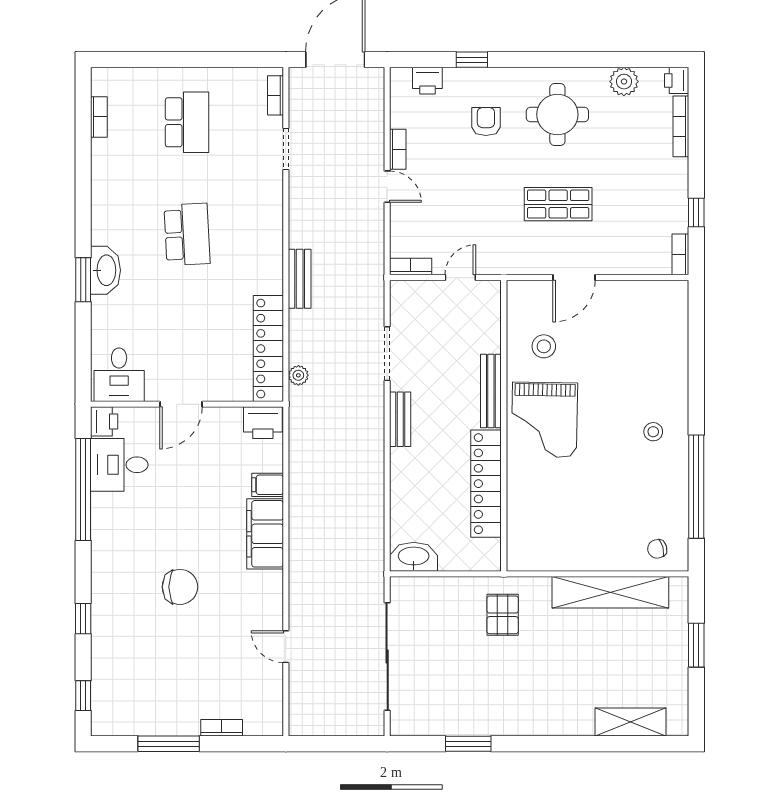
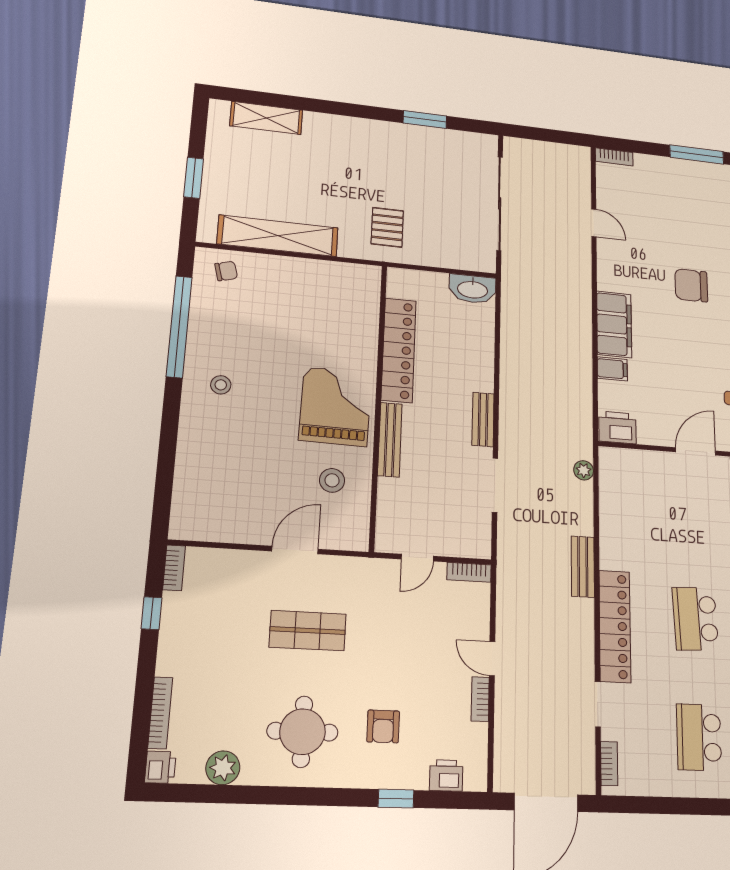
locker: (268, 349) -> (615, 626), moved
bookcase: (222, 728) -> (614, 157), moved

